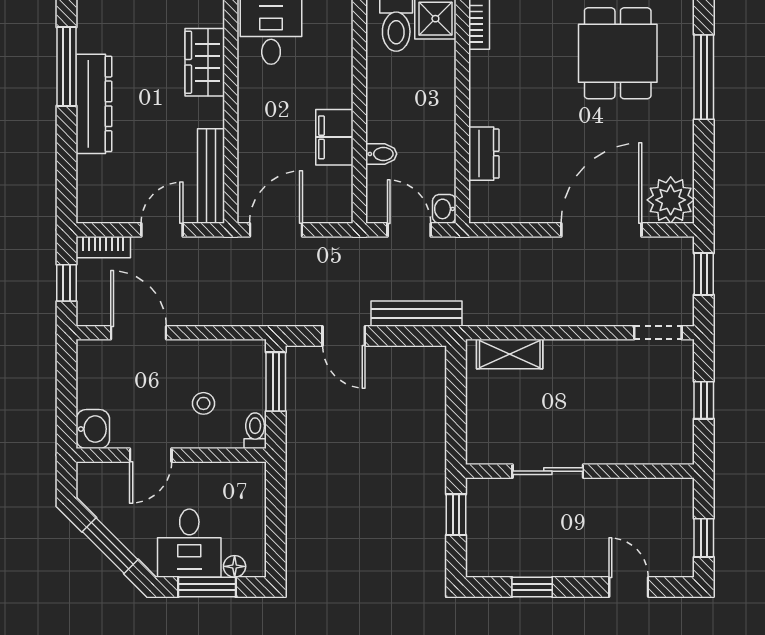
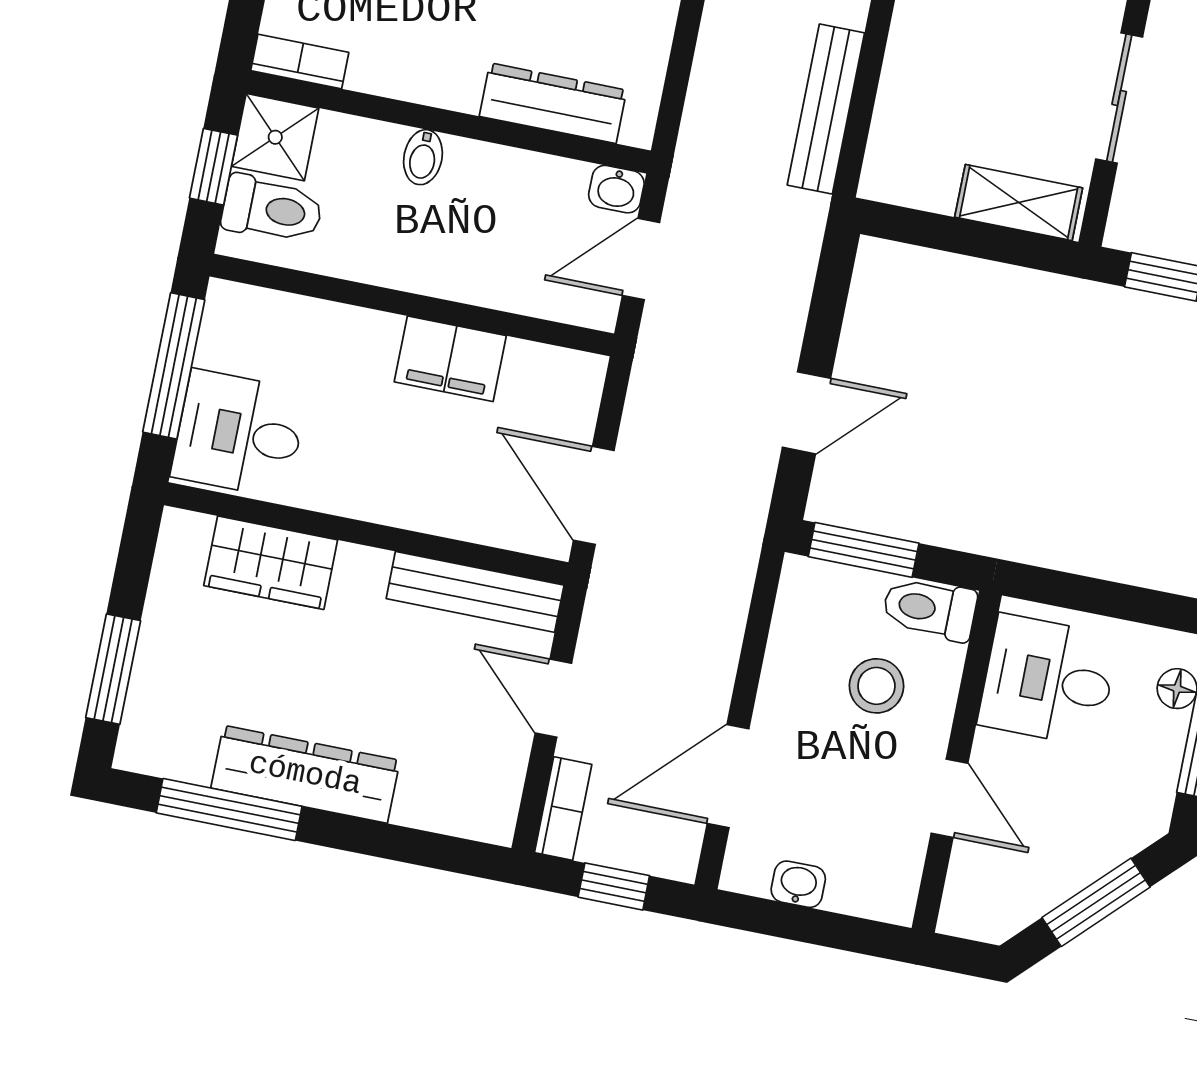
bidet: (381, 154) -> (423, 157), moved, turned 180
dresser: (484, 154) -> (553, 103), width x1.44
bench: (417, 314) -> (826, 109), moved
shelving: (510, 354) -> (1019, 203), moved, turned 90
stool: (204, 403) -> (876, 686), width x1.37, depth x1.37
washbasin: (93, 429) -> (798, 884), moved, width x0.72, depth x0.69
toilet: (255, 431) -> (930, 609), width x1.37, depth x1.39
desk: (189, 543) -> (1048, 680), moved, turned 180

